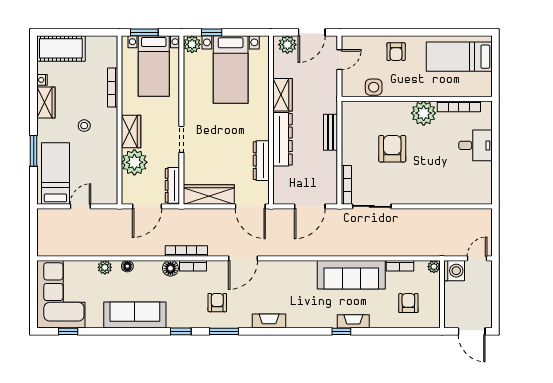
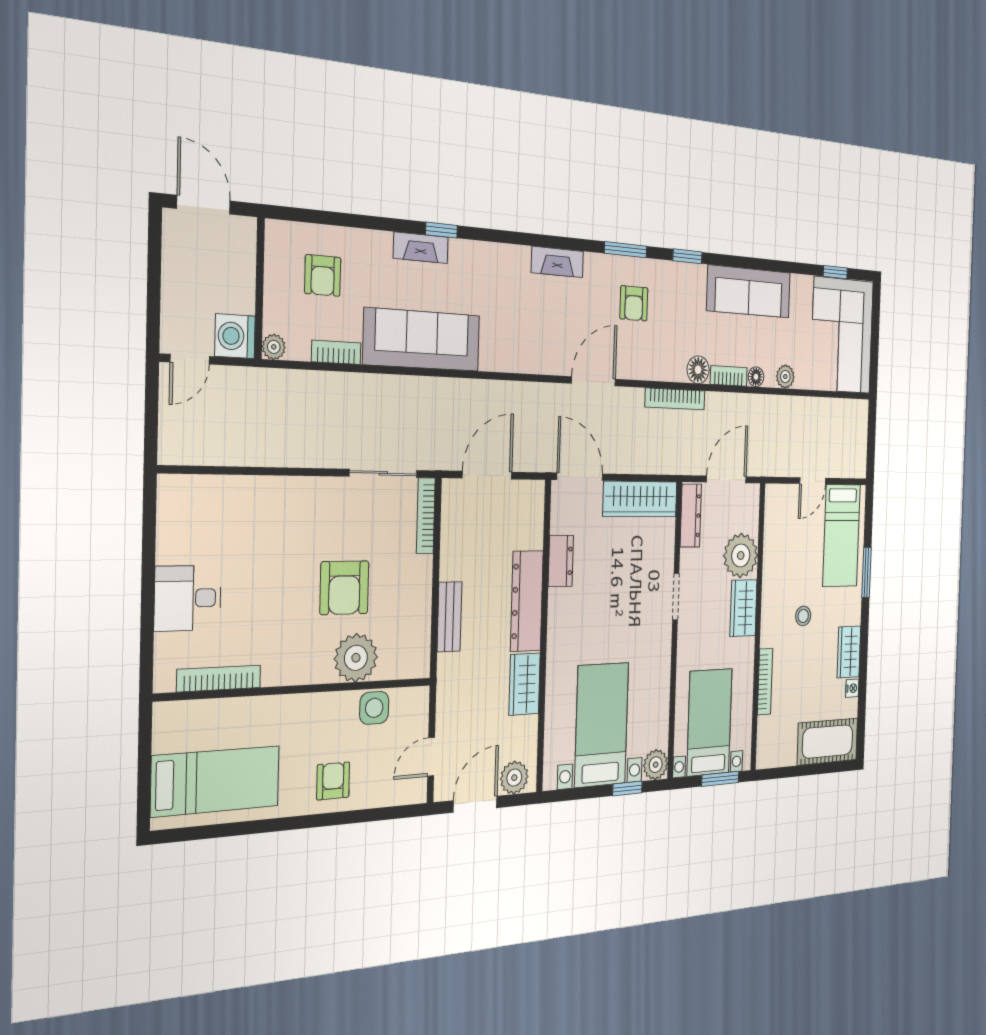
plant: (424, 113) -> (356, 658), moved
dresser: (261, 161) -> (561, 561), width x0.70
bookcase: (193, 266) -> (729, 376), moved

